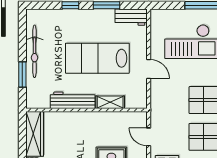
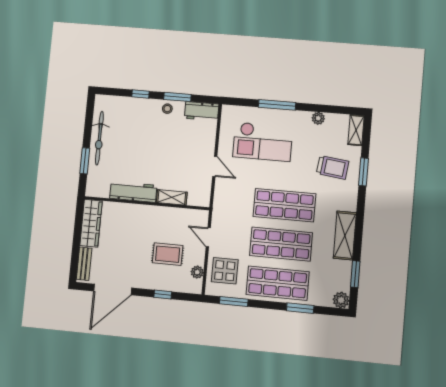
stool: (98, 17) -> (167, 109), added
lab bench: (97, 58) -> (163, 151), removed

